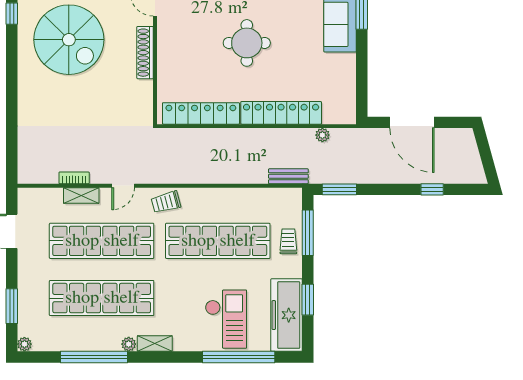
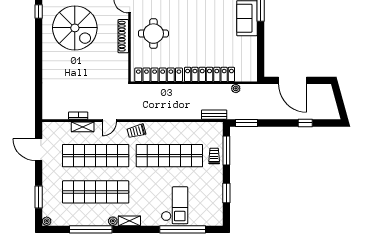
round table: (247, 43) -> (153, 34), moved
freezer: (287, 315) -> (213, 203), removed

